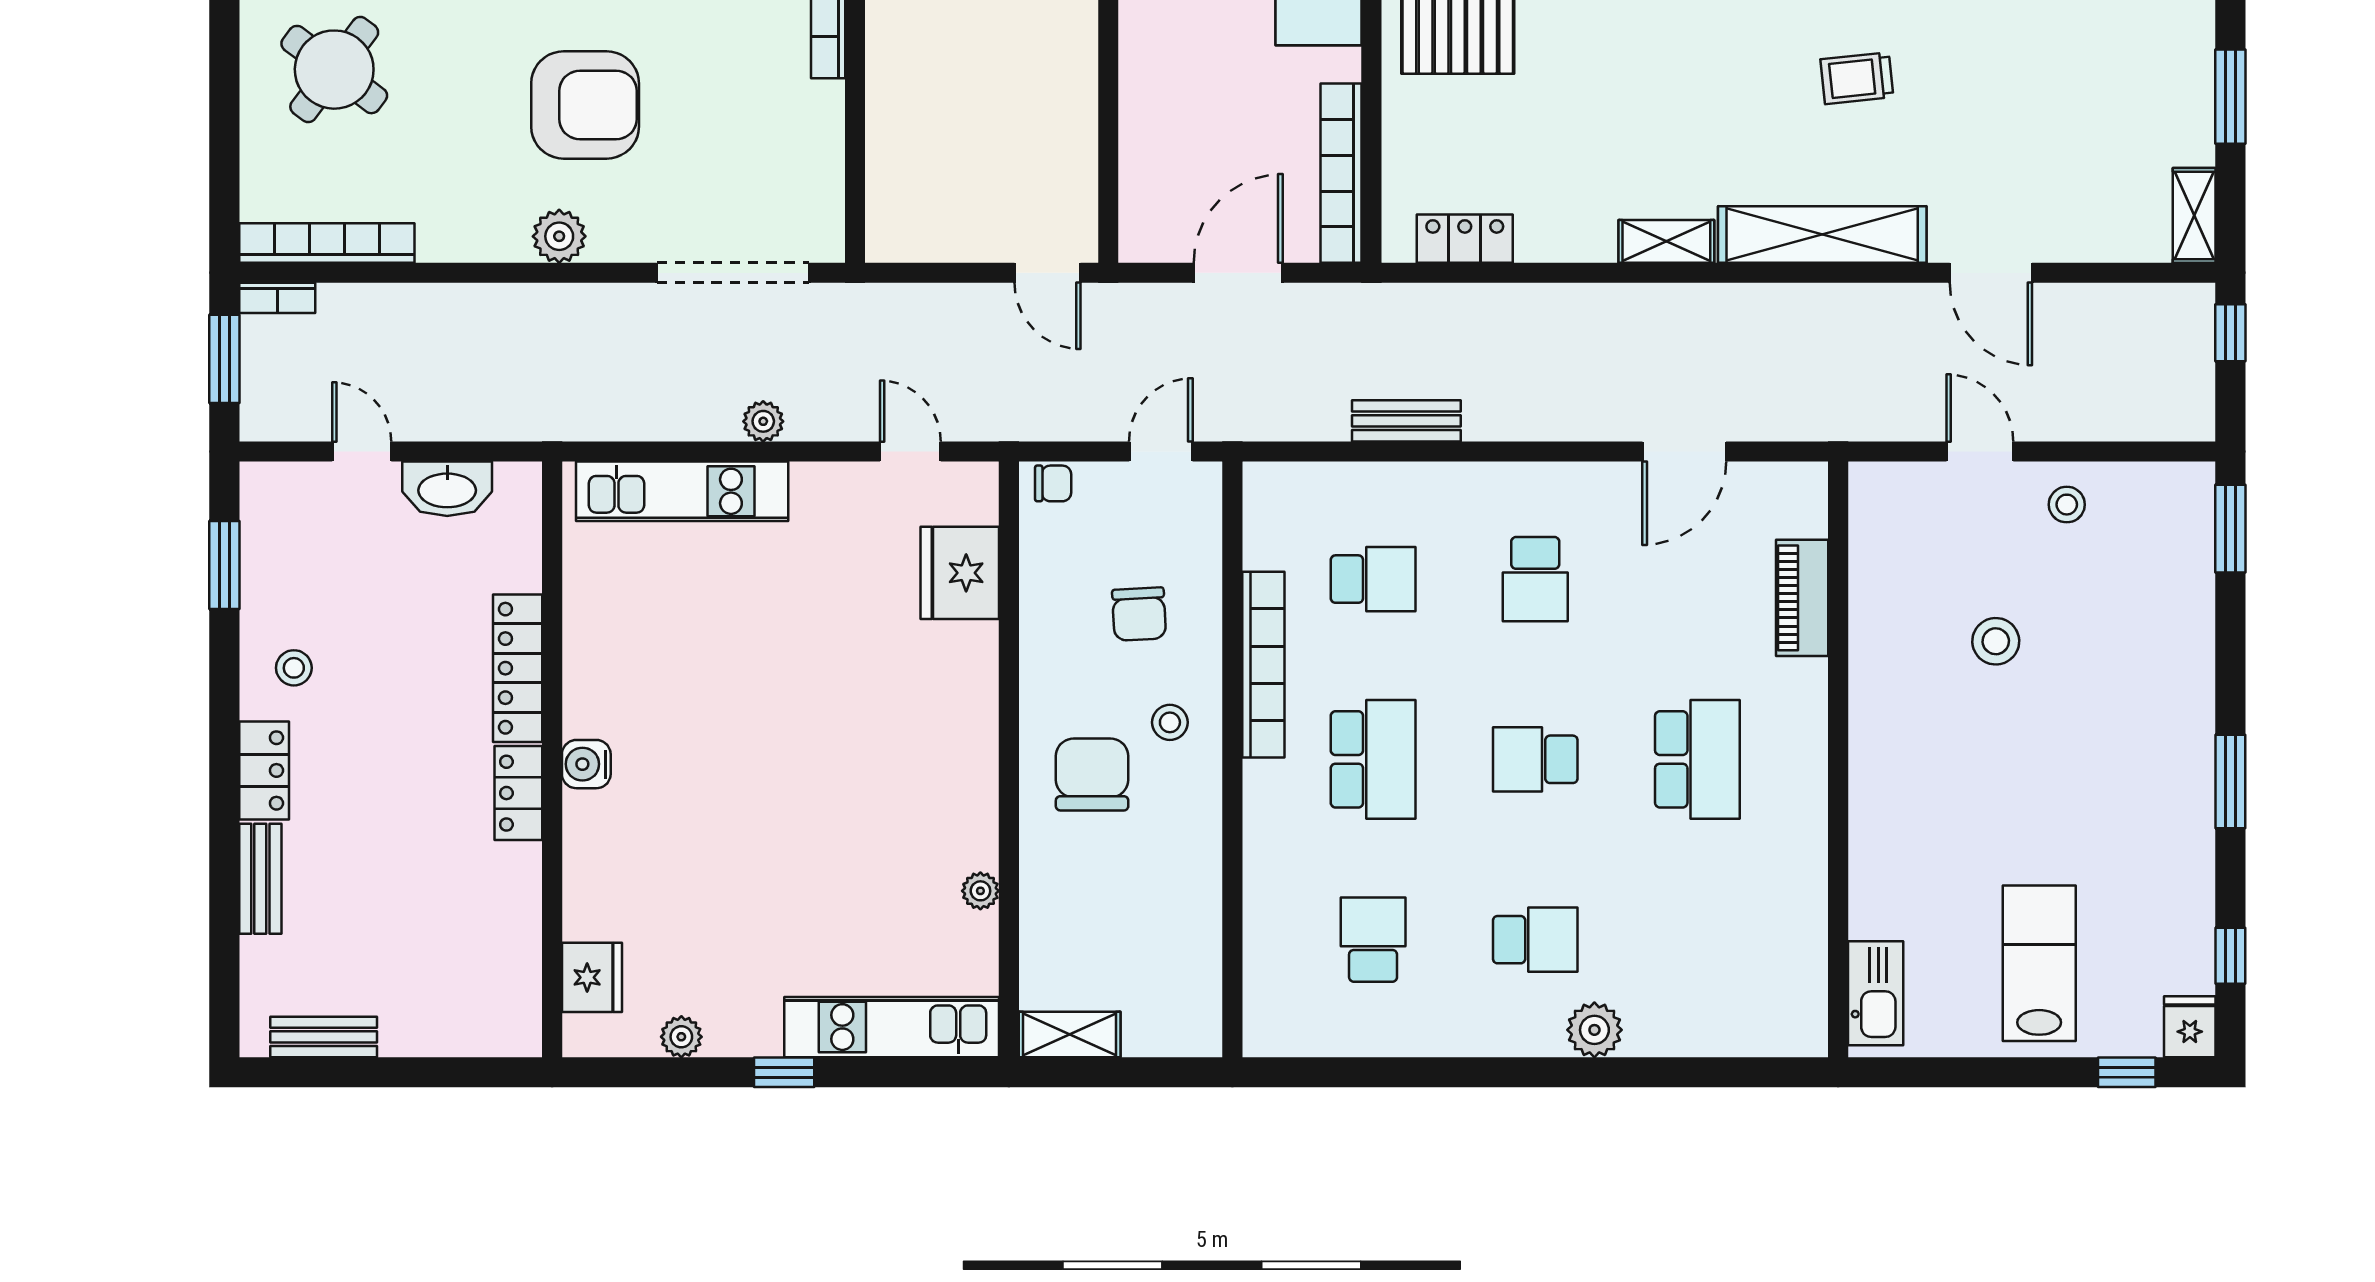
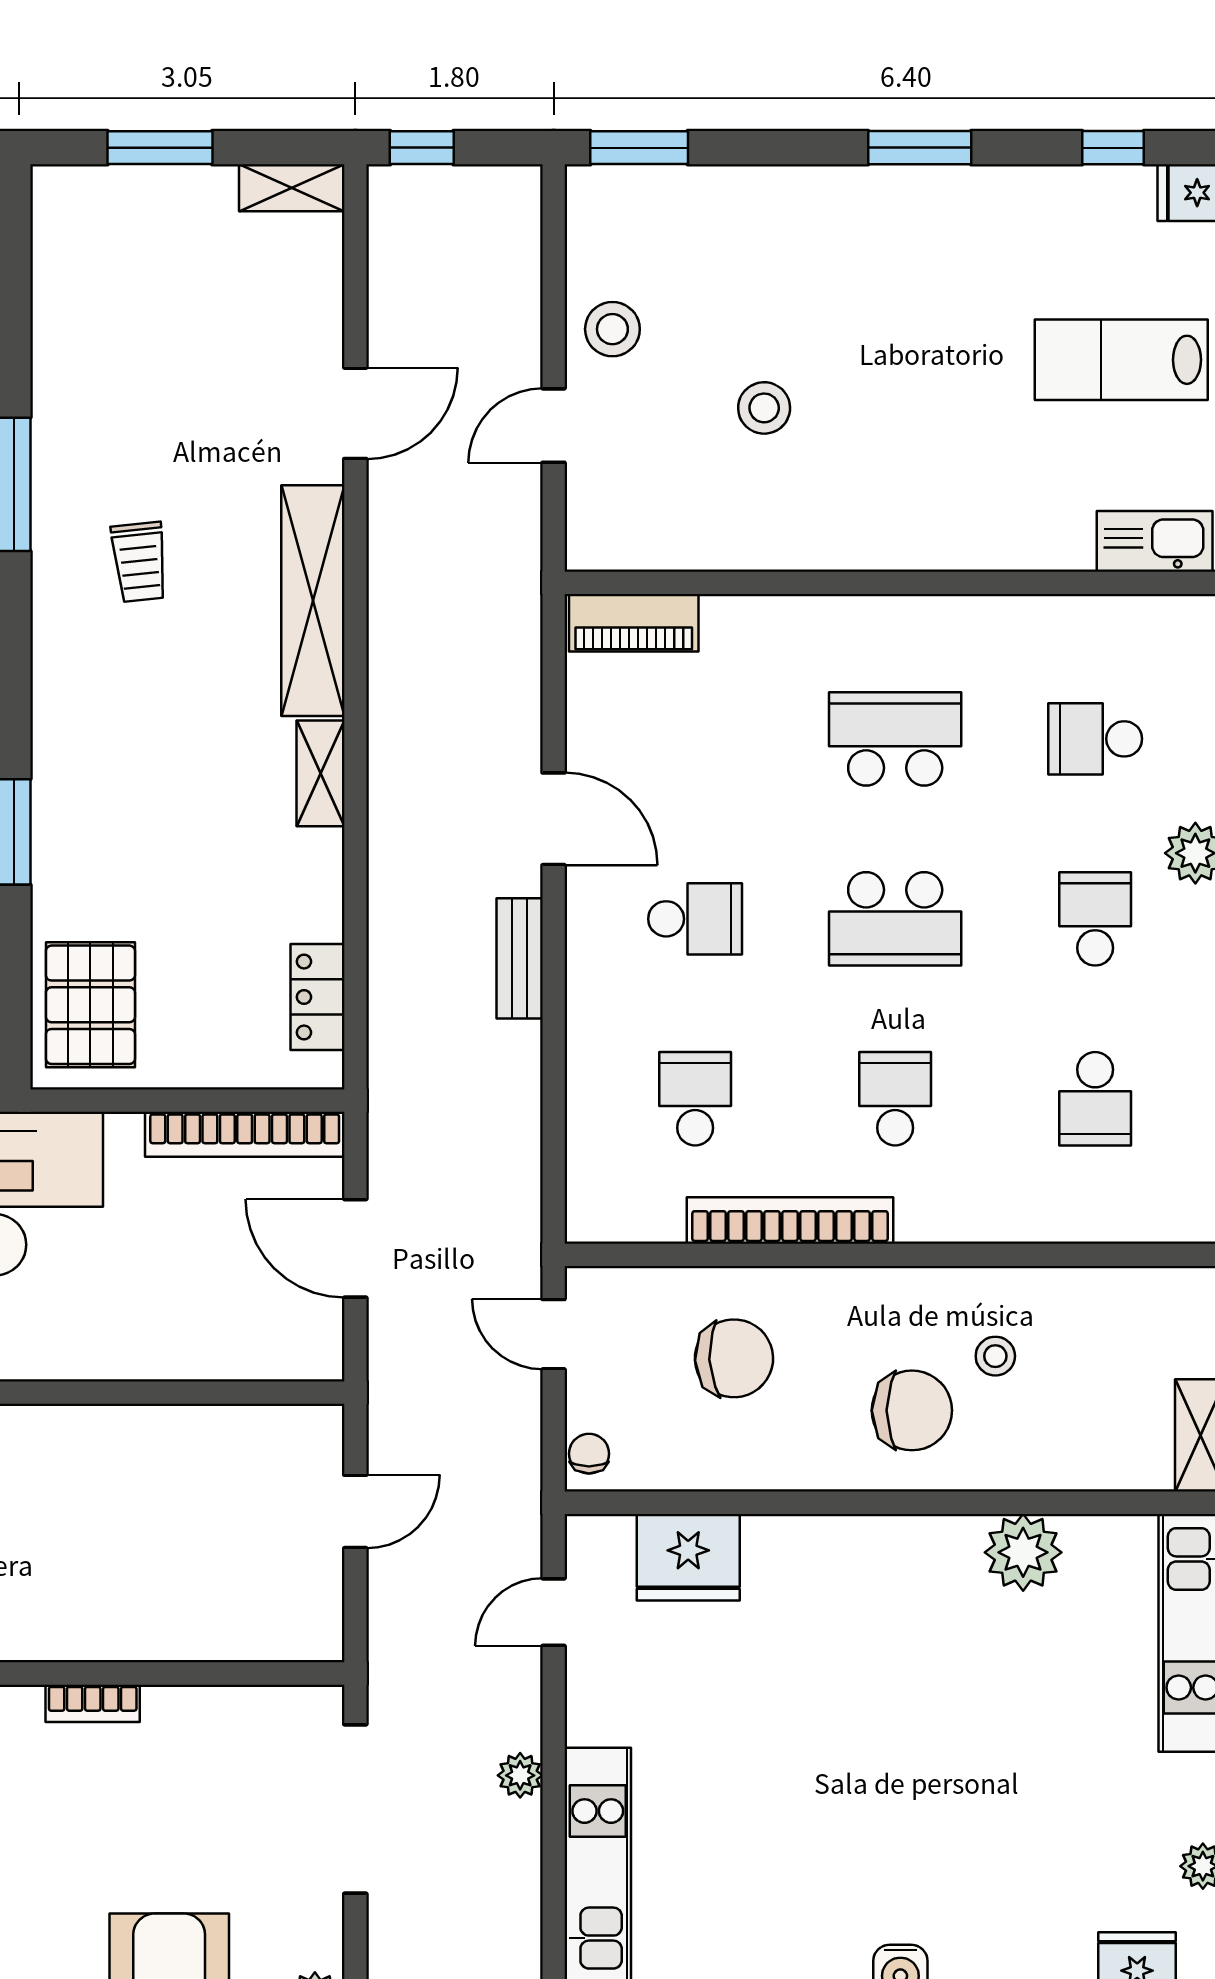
door: (1047, 273) -> (355, 1511), moved
bench: (1406, 421) -> (520, 958), moved
door: (1684, 451) -> (554, 819), moved
stool: (2067, 505) -> (612, 329), width x1.37, depth x1.37
piano: (1802, 598) -> (634, 623), moved
chair: (1139, 614) -> (734, 1358), width x1.37, depth x1.37
stool: (1170, 722) -> (995, 1356), moved
school desk: (1373, 759) -> (895, 1099), width x0.54
school desk: (1535, 759) -> (895, 919), width x1.85
chair: (1092, 774) -> (912, 1410), turned 180
plant: (980, 891) -> (1023, 1552), width x1.88, depth x1.88
school desk: (1373, 940) -> (1095, 1099), turned -90
school desk: (1697, 940) -> (1095, 739), added

